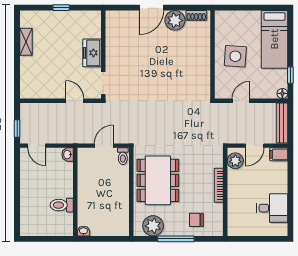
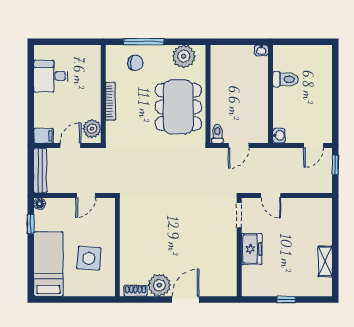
side table: (235, 56) -> (89, 258), moved
door: (37, 146) -> (314, 146), swing flipped
window: (176, 239) -> (144, 42), moved

